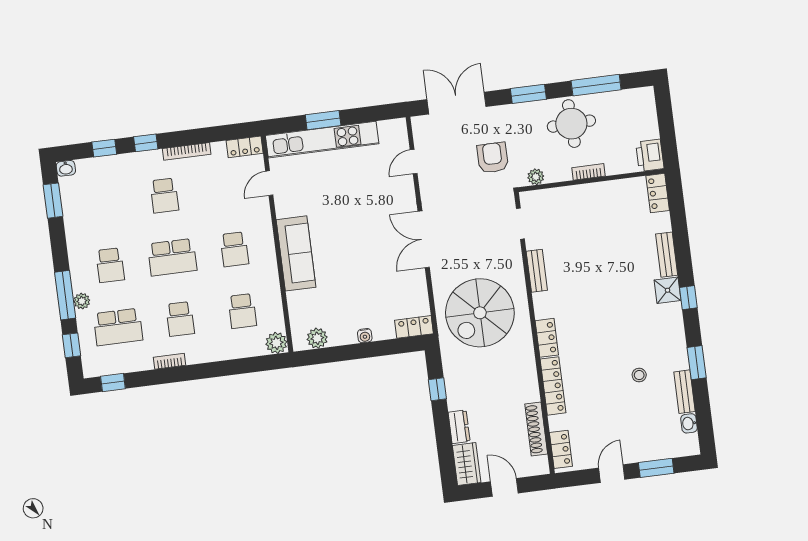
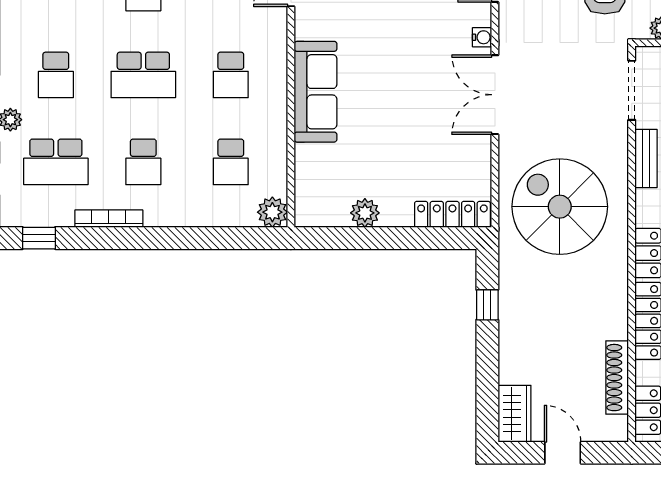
doorway: (520, 224) -> (632, 90), width x1.38
spiral stairs: (480, 313) -> (560, 207), turned 90
locker: (414, 327) -> (452, 214), width x1.53
water cooler: (365, 336) -> (482, 37), moved, turned -90
plant: (317, 338) -> (365, 213), moved
bookcase: (170, 361) -> (109, 219), width x1.56
dresser: (459, 427) -> (511, 361), removed

